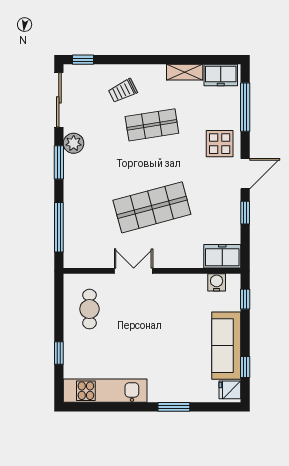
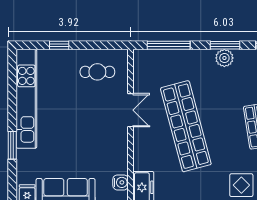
plant: (74, 143) -> (224, 58), moved
shop shelf: (152, 207) -> (186, 126), width x1.40
kitchen unit: (105, 391) -> (26, 99), width x1.36

